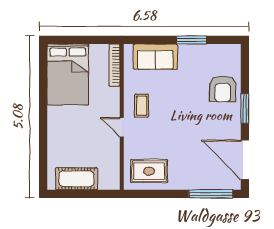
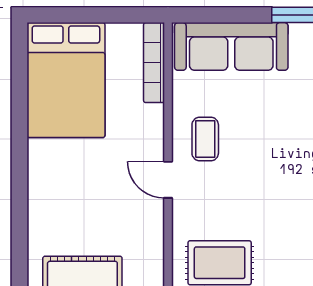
sofa: (155, 57) -> (231, 46), width x1.36

